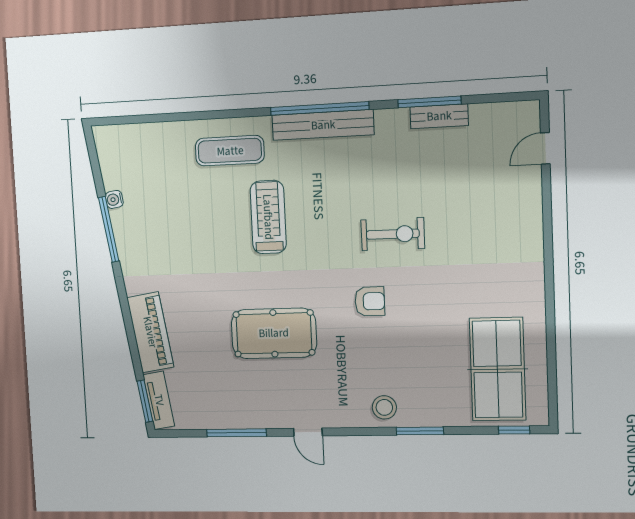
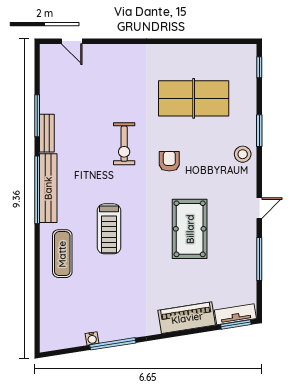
bench: (439, 116) -> (47, 133), moved
treadmill: (268, 217) -> (109, 229), turned -90
exercise bike: (393, 234) -> (124, 144), turned 180
table tennis table: (498, 369) -> (194, 98), moved

